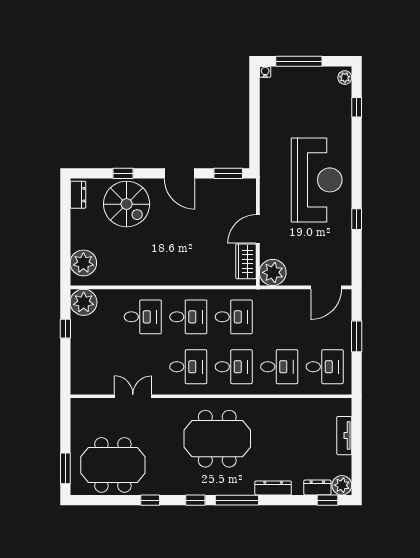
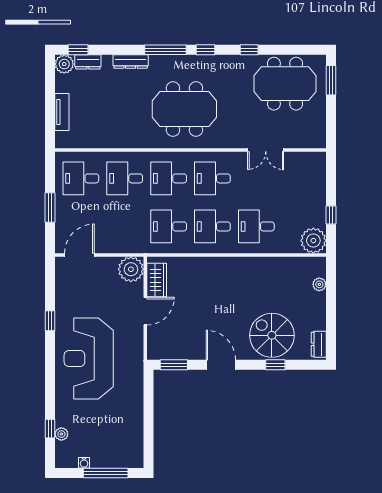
water cooler: (265, 72) -> (84, 463), moved
plant: (345, 78) -> (61, 434), moved
plant: (83, 263) -> (319, 284), width x0.53, depth x0.53

